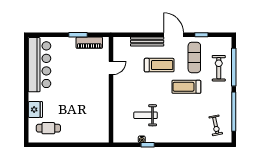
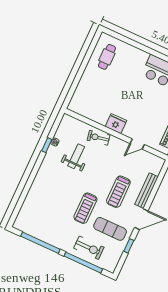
door: (111, 68) -> (137, 144), hinge flipped
treadmill: (186, 87) -> (85, 208), turned 180
fridge: (35, 109) -> (116, 124), moved, turned 180
exercise bike: (216, 125) -> (99, 138), moved

